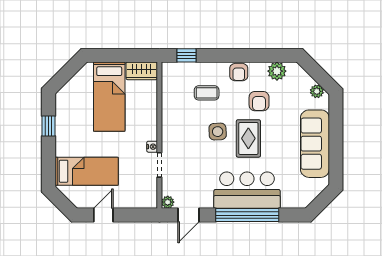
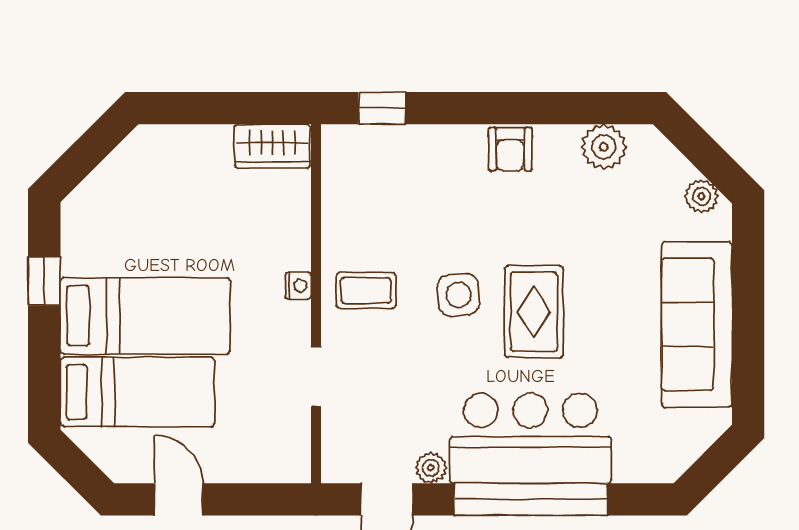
coffee table: (207, 93) -> (366, 290), moved
bed: (109, 97) -> (145, 316), moved, turned -90
armchair: (259, 101) -> (560, 220), removed
nightstand: (152, 147) -> (298, 286), moved
plant: (168, 202) -> (431, 468), moved
door: (103, 215) -> (179, 499), hinge flipped

